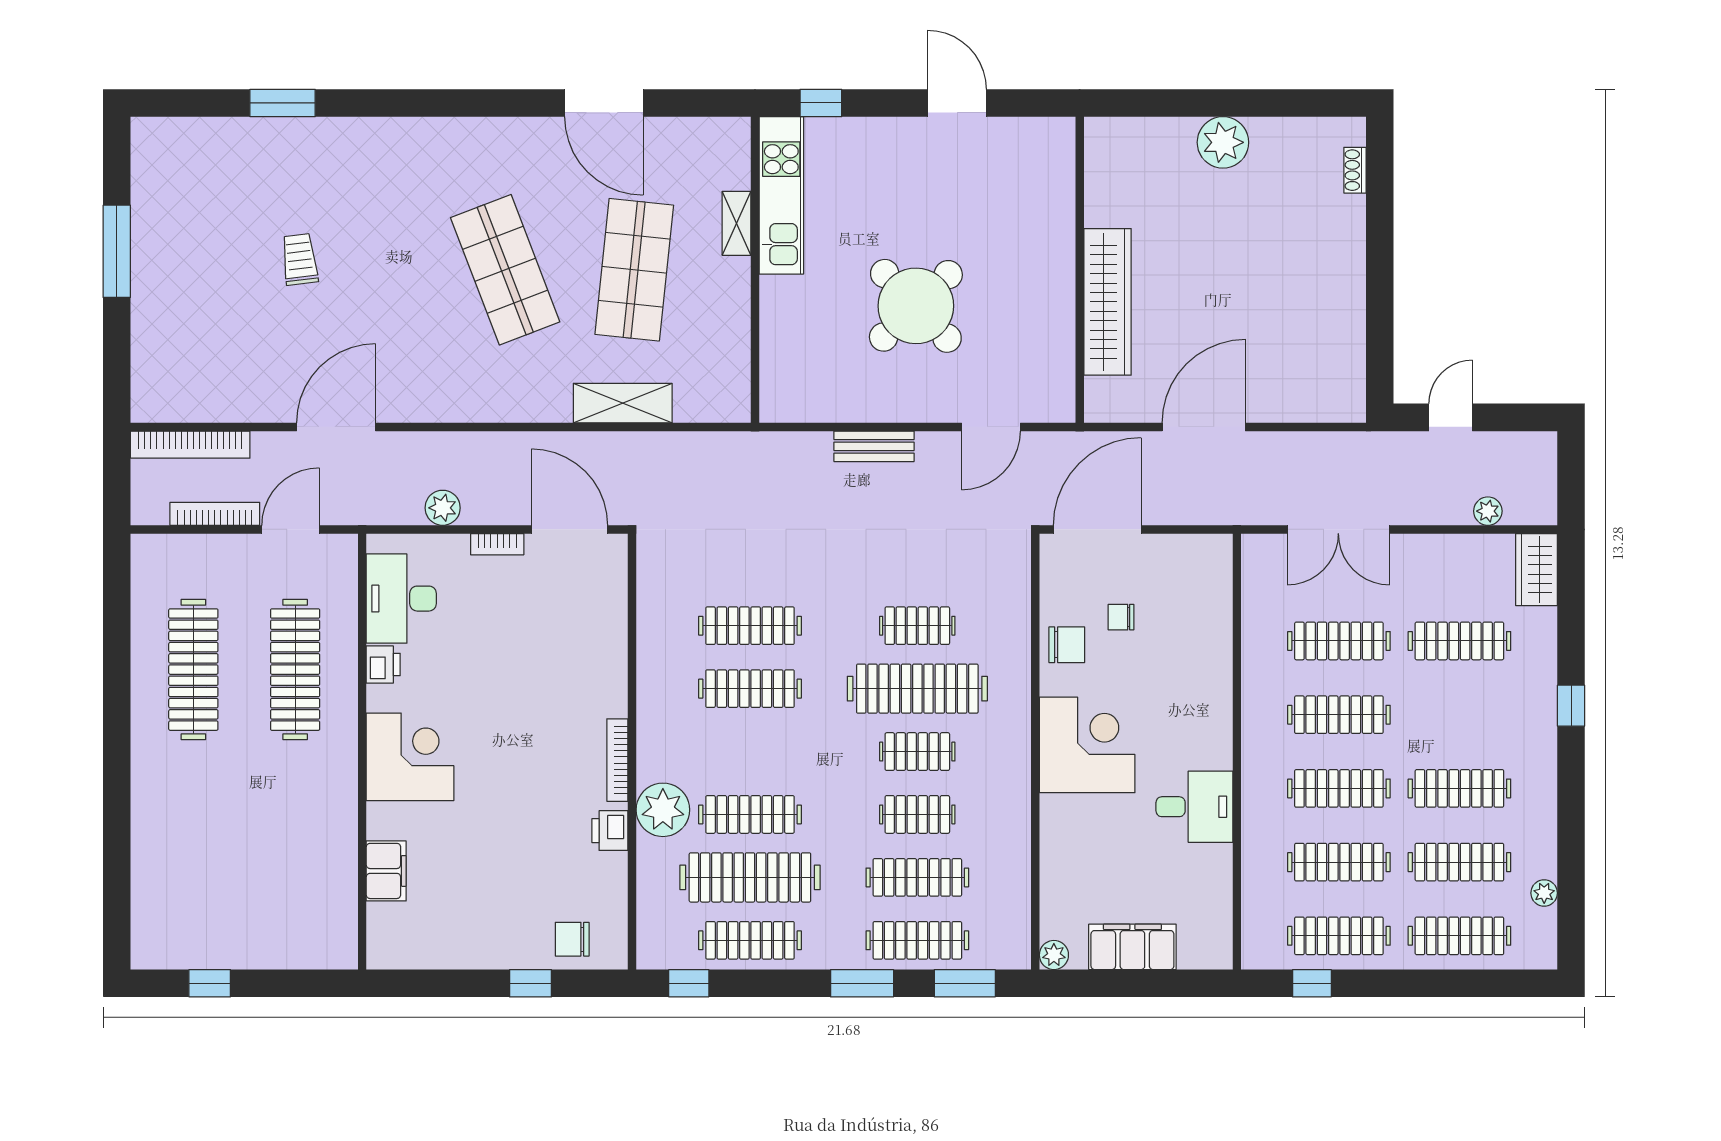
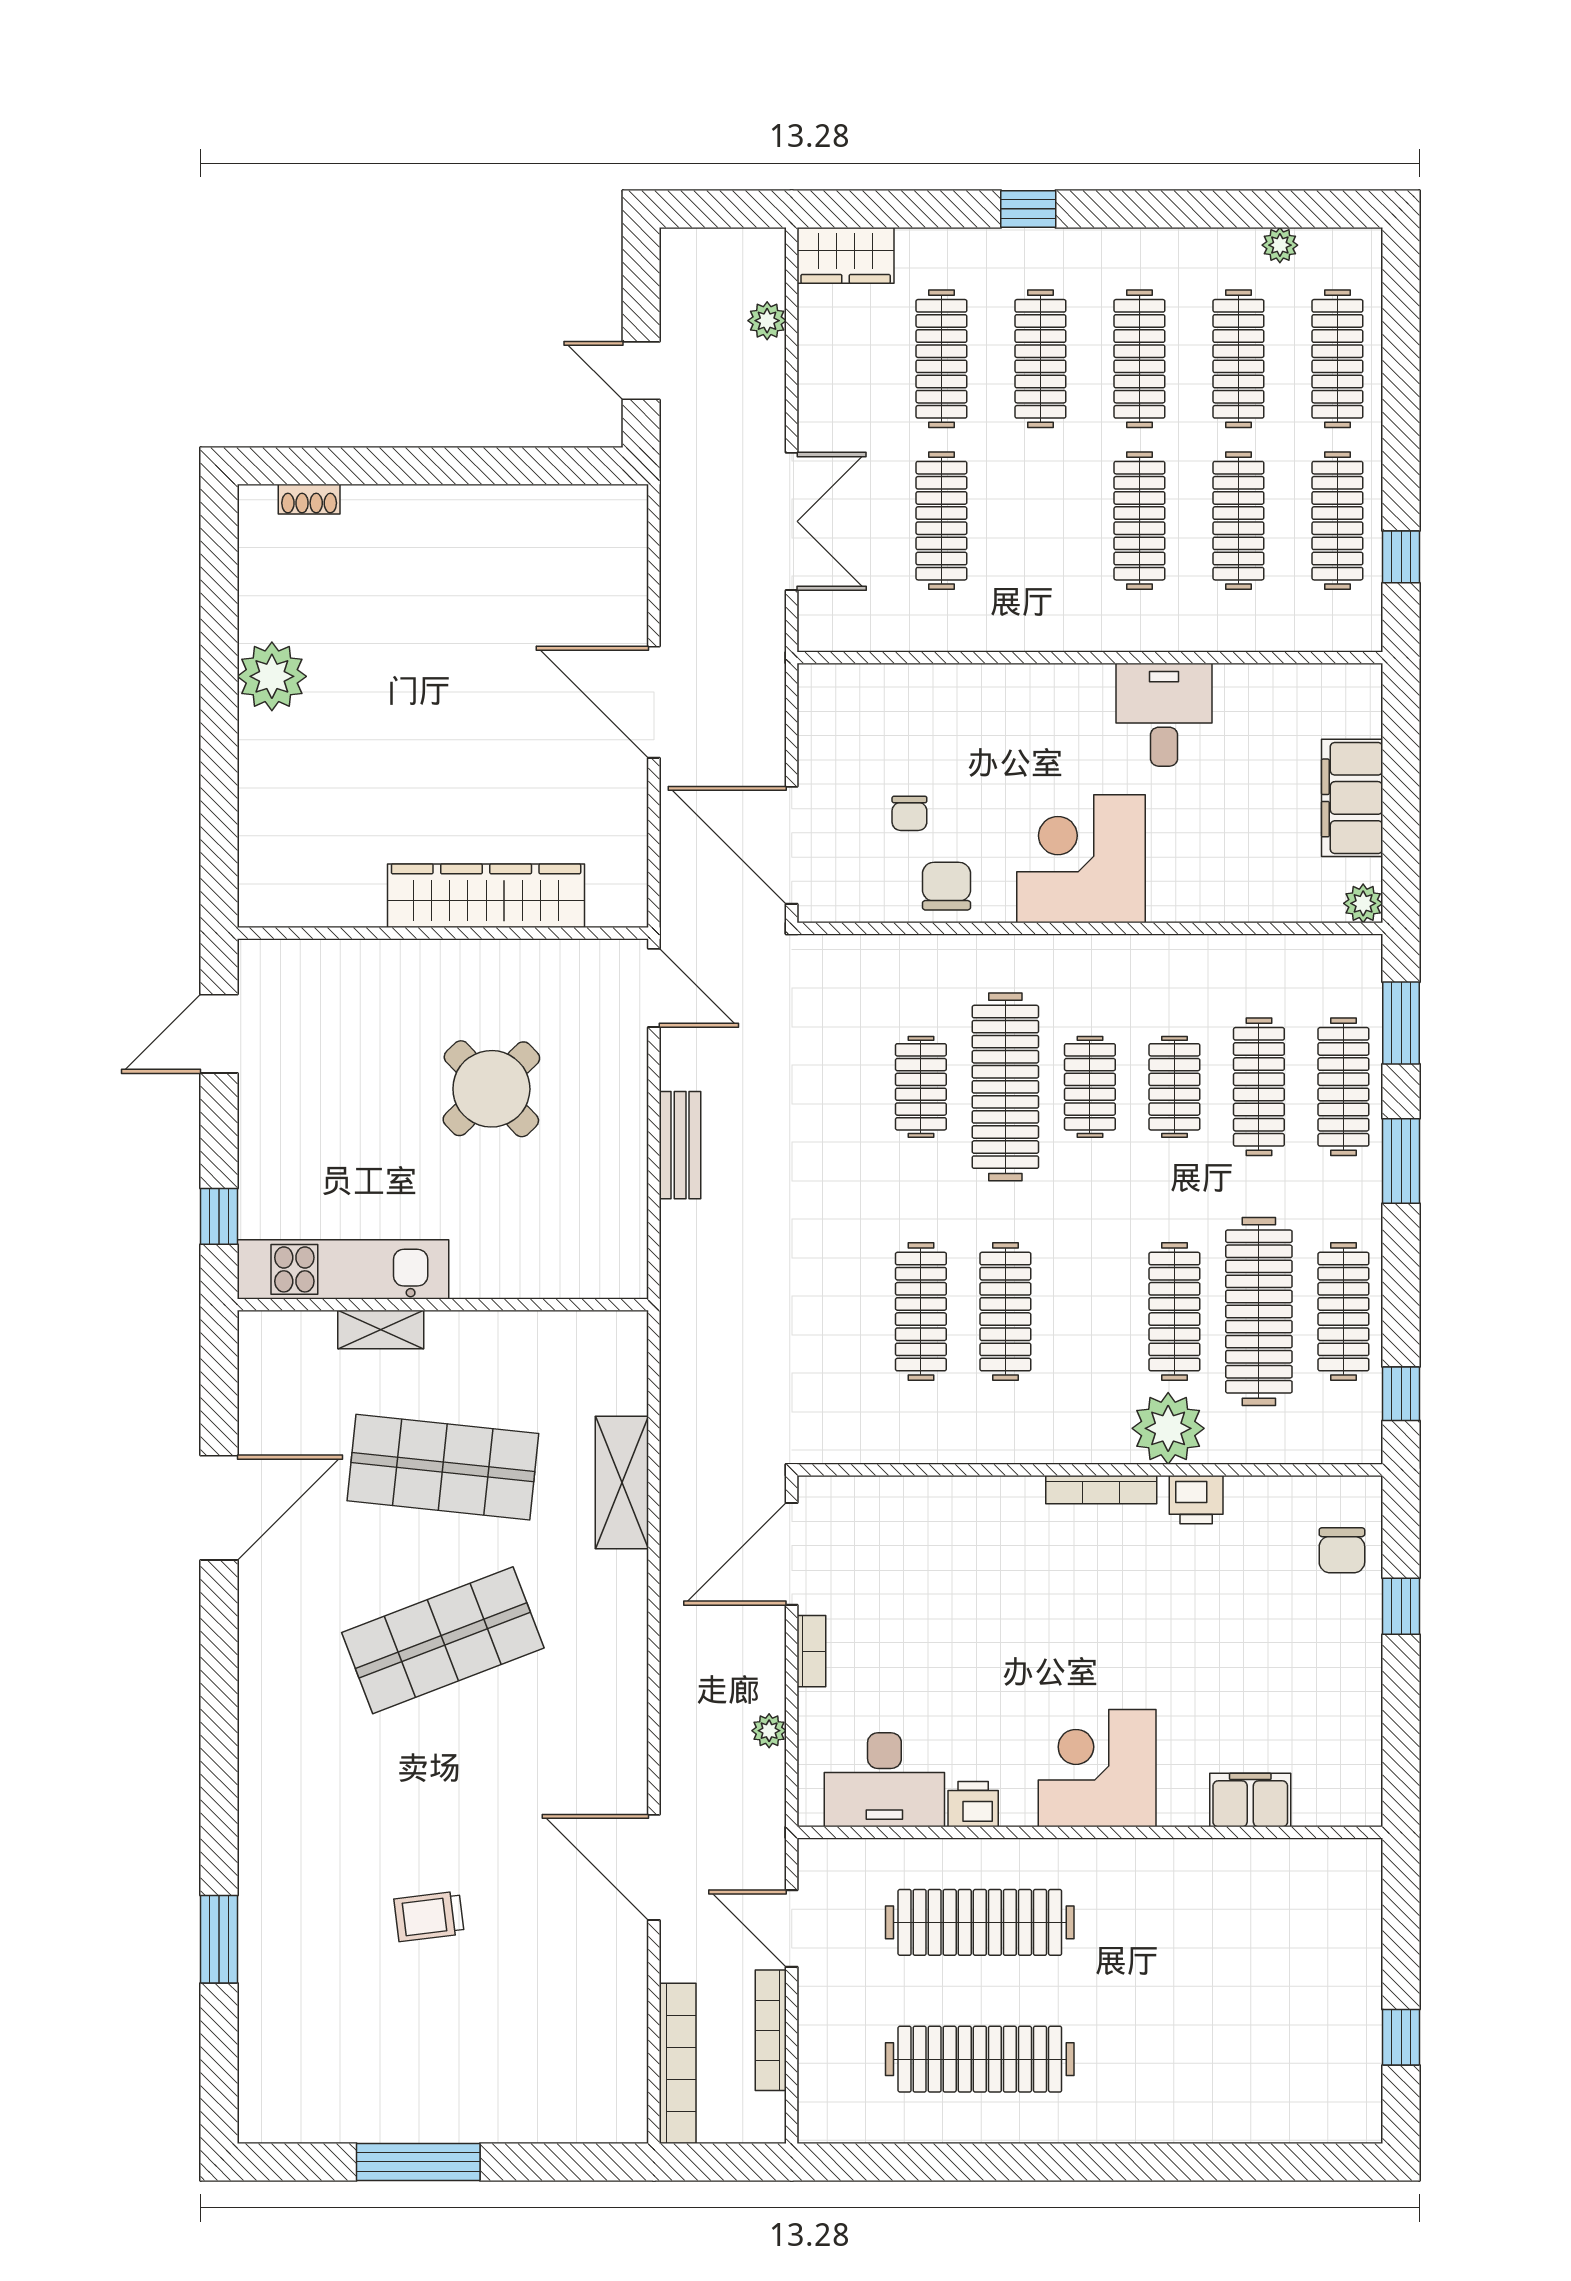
wall: (1080, 270) -> (443, 933), moved
wardrobe: (1108, 302) -> (486, 896), moved
round table: (916, 306) -> (491, 1089), width x0.73, depth x0.73
plant: (443, 508) -> (769, 1731), width x0.73, depth x0.73
clothes rail: (1339, 715) -> (1040, 359), moved

